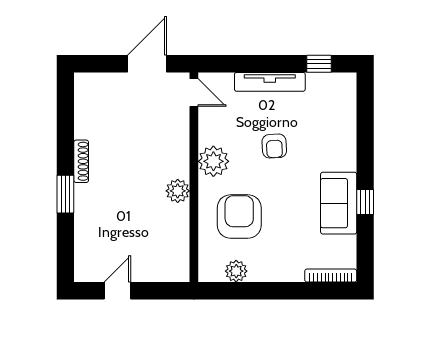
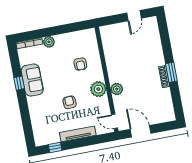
door: (147, 64) -> (141, 131), swing flipped
plant: (178, 191) -> (117, 89), moved
window: (65, 194) -> (171, 72), moved
armchair: (239, 216) -> (80, 64), width x0.53, depth x0.53
plant: (236, 271) -> (49, 42), moved

